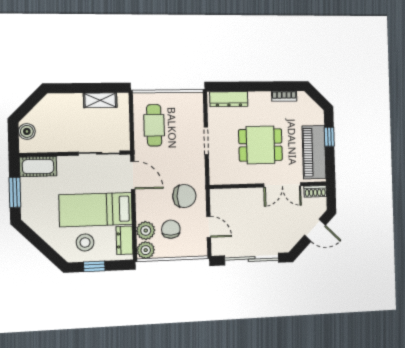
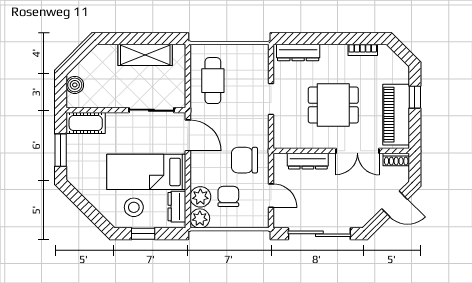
shelving: (100, 100) -> (145, 55), width x1.50, depth x1.33
dresser: (240, 195) -> (308, 161), added
chair: (184, 196) -> (244, 160), turned 180

